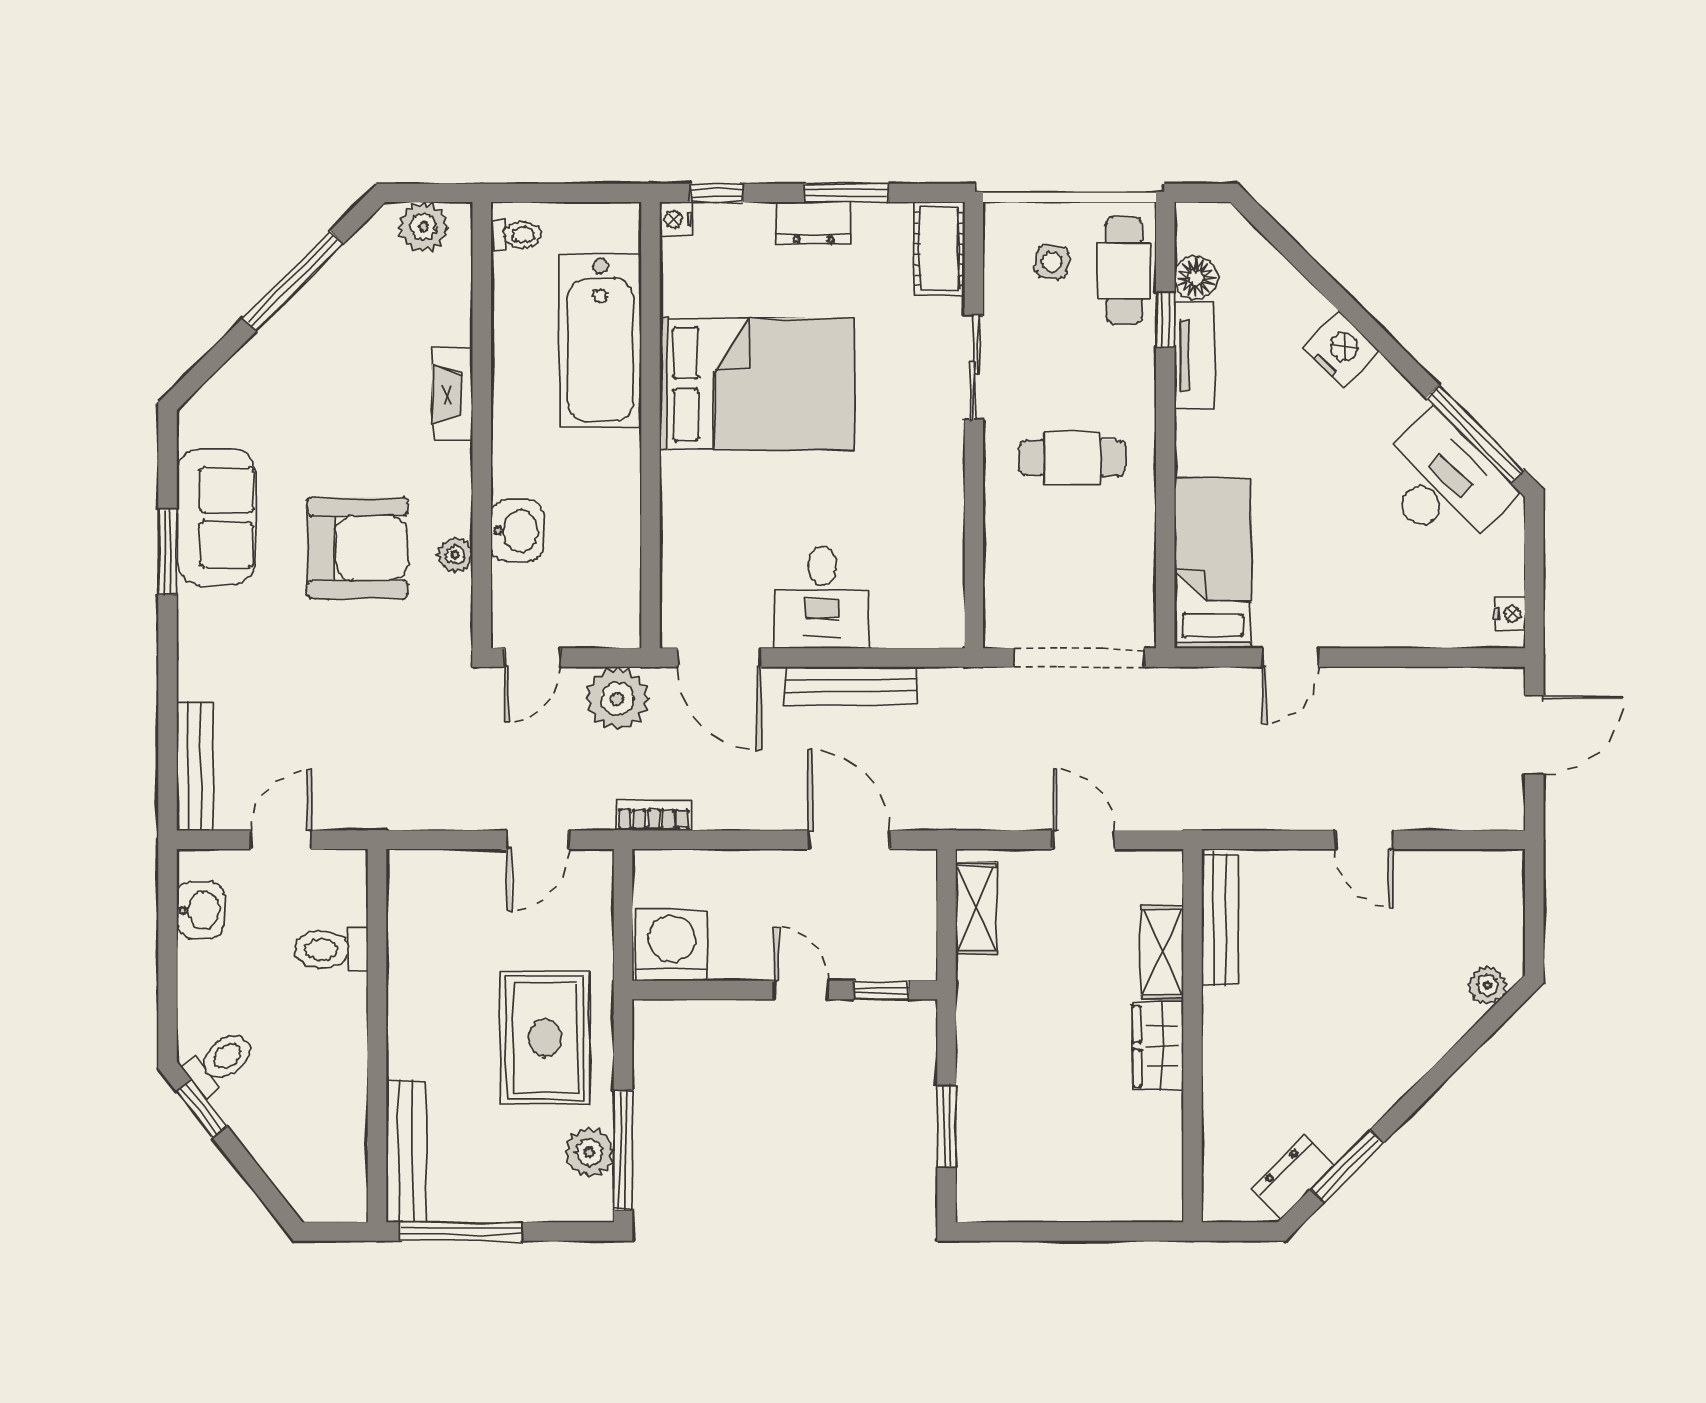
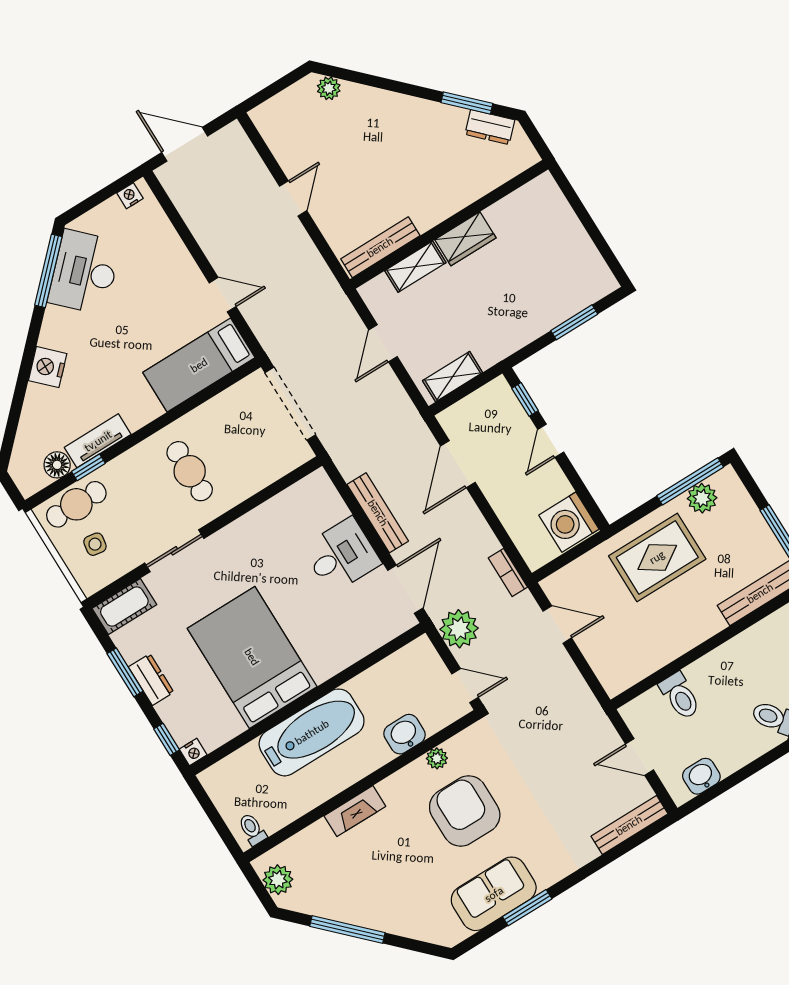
bathtub: (600, 341) -> (312, 732), moved

